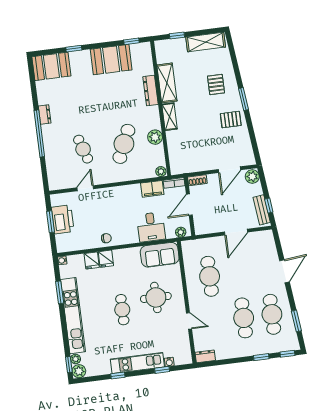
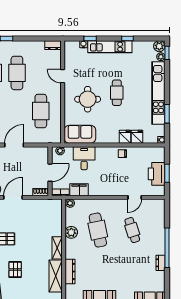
cafe table: (124, 144) -> (98, 230), turned -36

